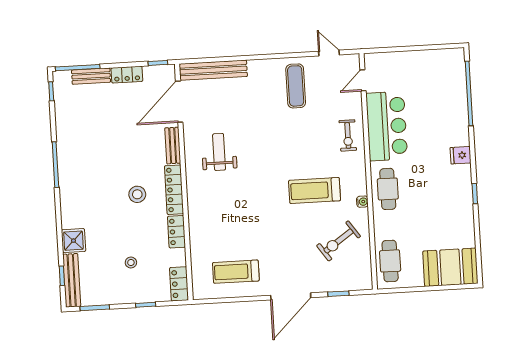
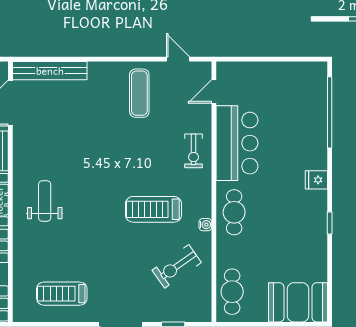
weight bench: (219, 152) -> (45, 201), moved

